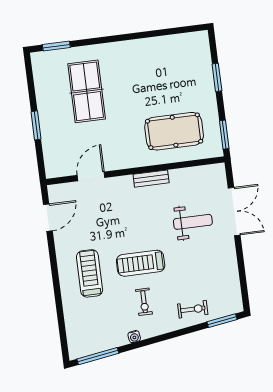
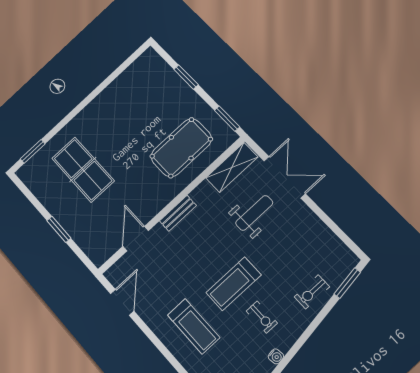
shelving: (201, 175) -> (232, 167), added
bench: (151, 179) -> (178, 213), moved
treadmill: (90, 273) -> (194, 326), turned 180
exercise bike: (193, 309) -> (312, 292), turned 180

